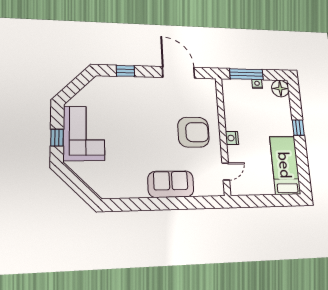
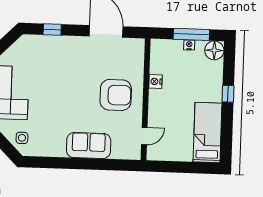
window: (246, 74) -> (191, 34), moved
nightstand: (232, 138) -> (155, 81), moved
side table: (100, 180) -> (22, 138), added

